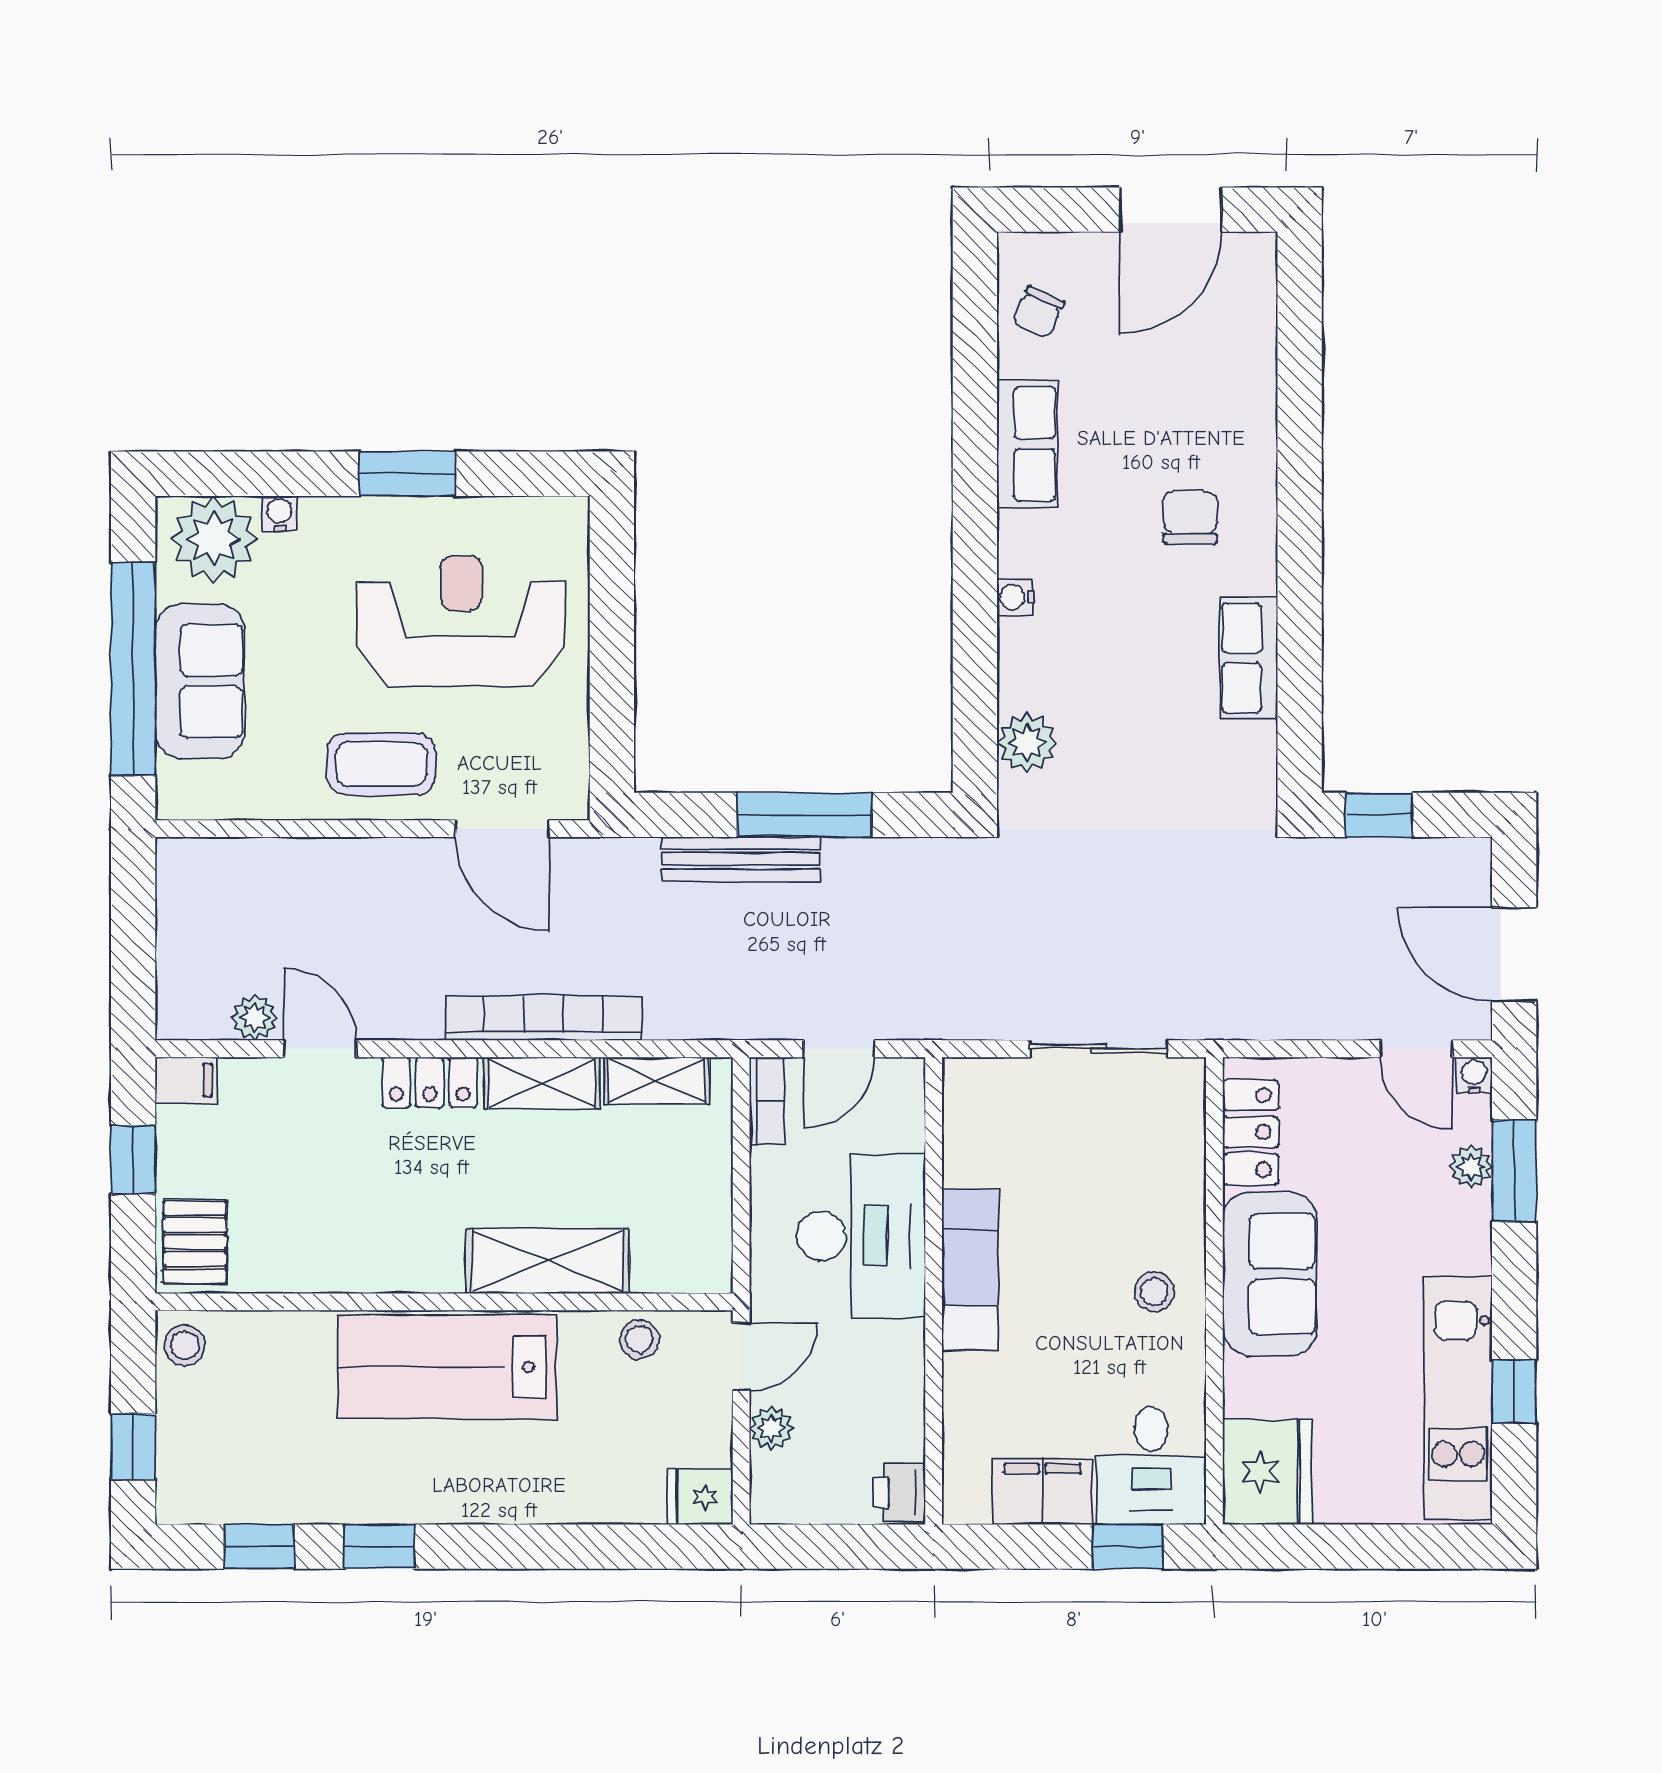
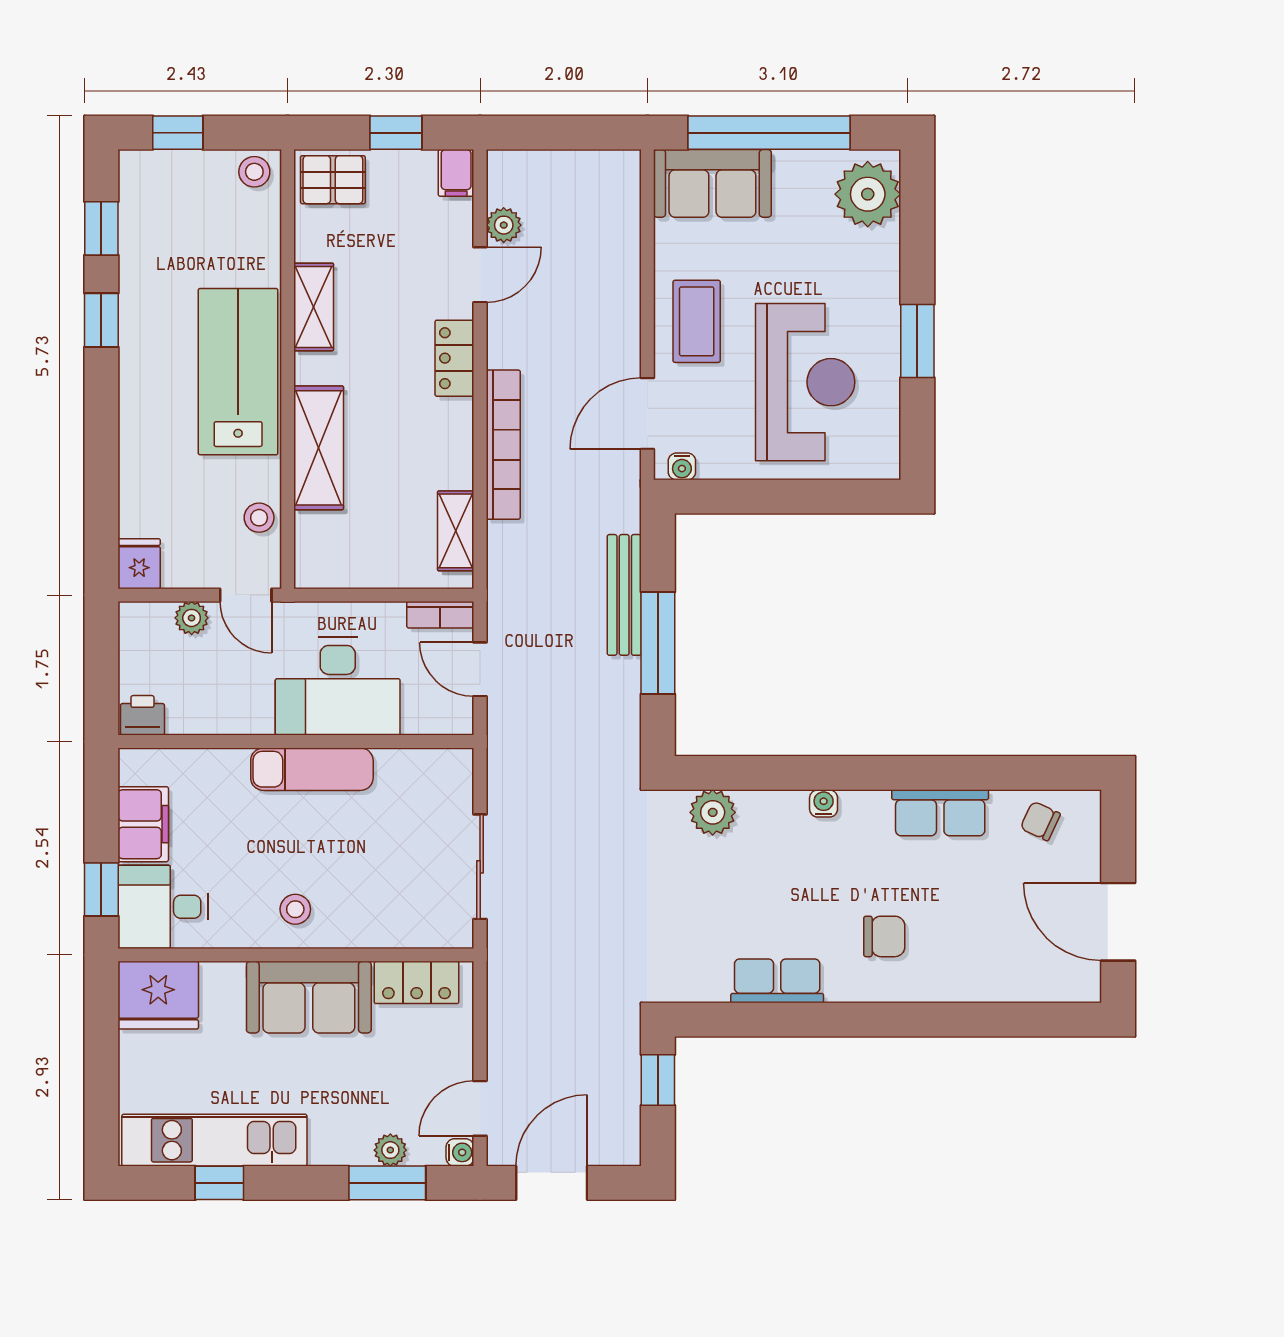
water cooler: (279, 514) -> (682, 466), moved, turned 90
sofa: (200, 681) -> (712, 183), moved
shelving: (542, 1083) -> (314, 307), moved

